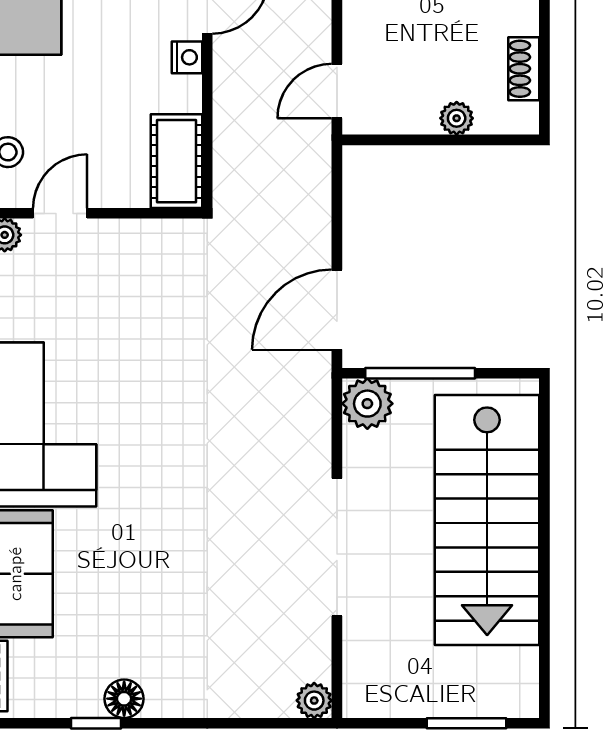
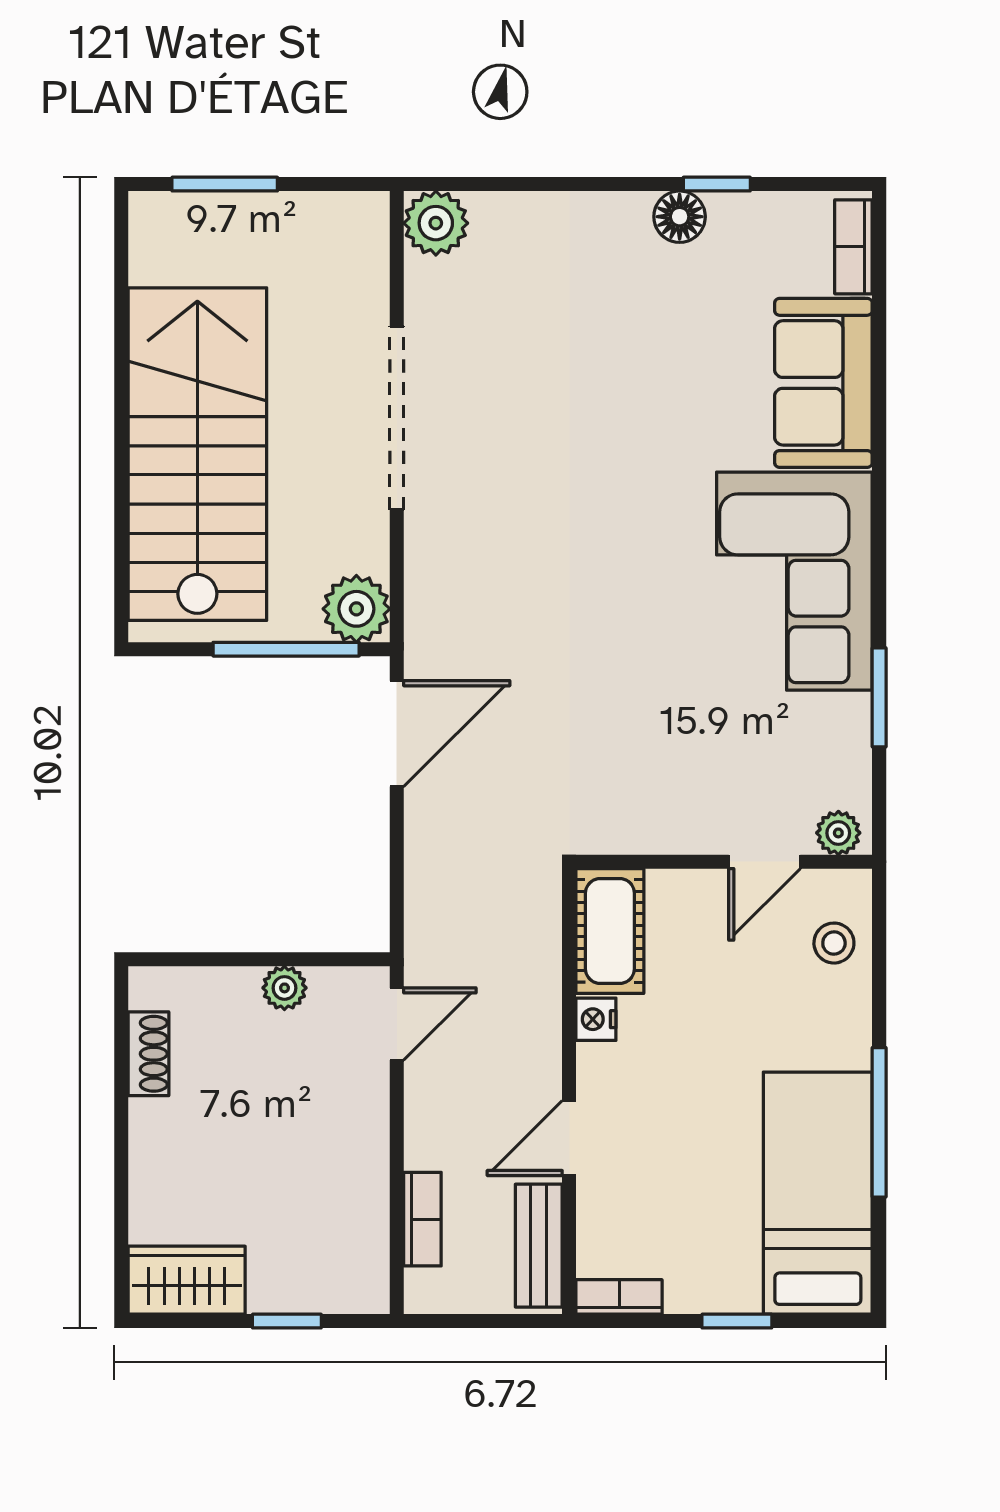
nightstand: (187, 57) -> (596, 1019), moved
plant: (457, 118) -> (284, 988), moved
plant: (314, 701) -> (436, 223), width x1.38, depth x1.38

